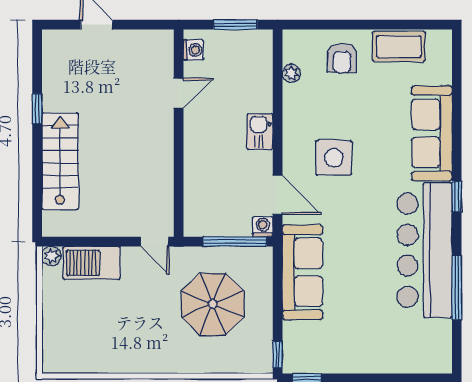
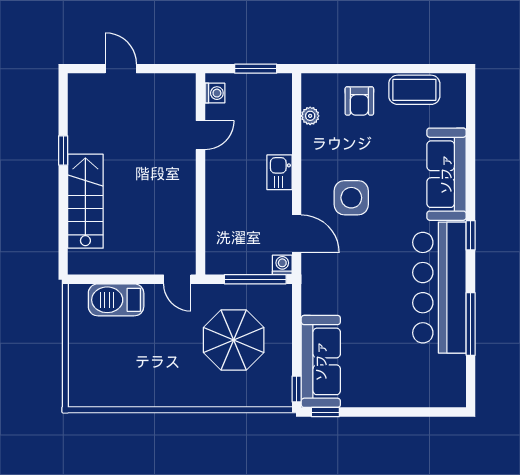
plant: (51, 256) -> (77, 293), removed
sofa: (302, 272) -> (321, 361), moved

